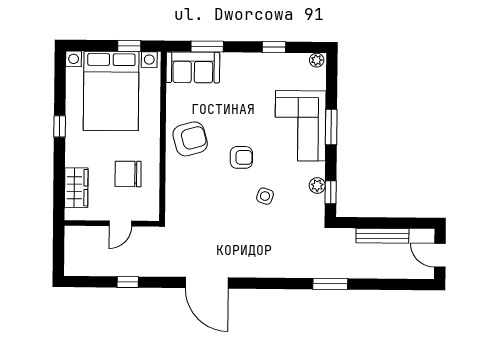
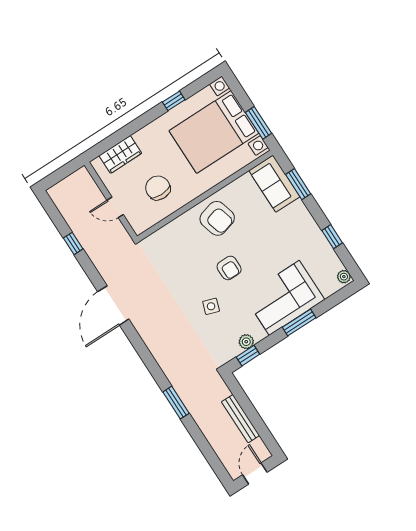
window: (129, 46) -> (258, 123), width x1.50
window: (60, 126) -> (174, 101), moved

